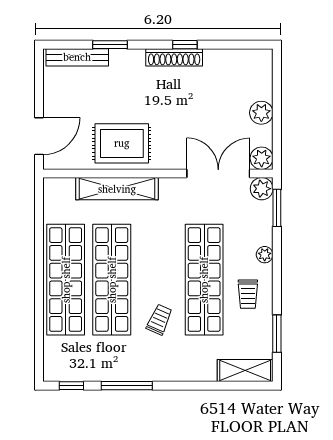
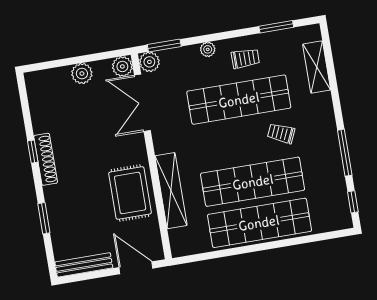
bench: (77, 57) -> (84, 265), moved, turned 90
shelving: (245, 370) -> (317, 67), moved

